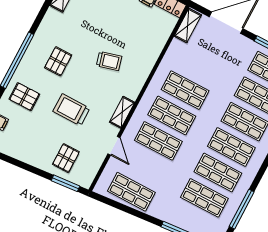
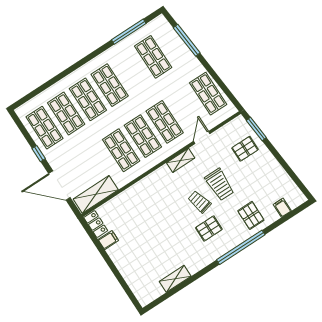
shelving: (188, 25) -> (96, 194), width x1.50, depth x1.33
trolley: (109, 61) -> (199, 202), moved
shop shelf: (218, 172) -> (131, 71), removed

